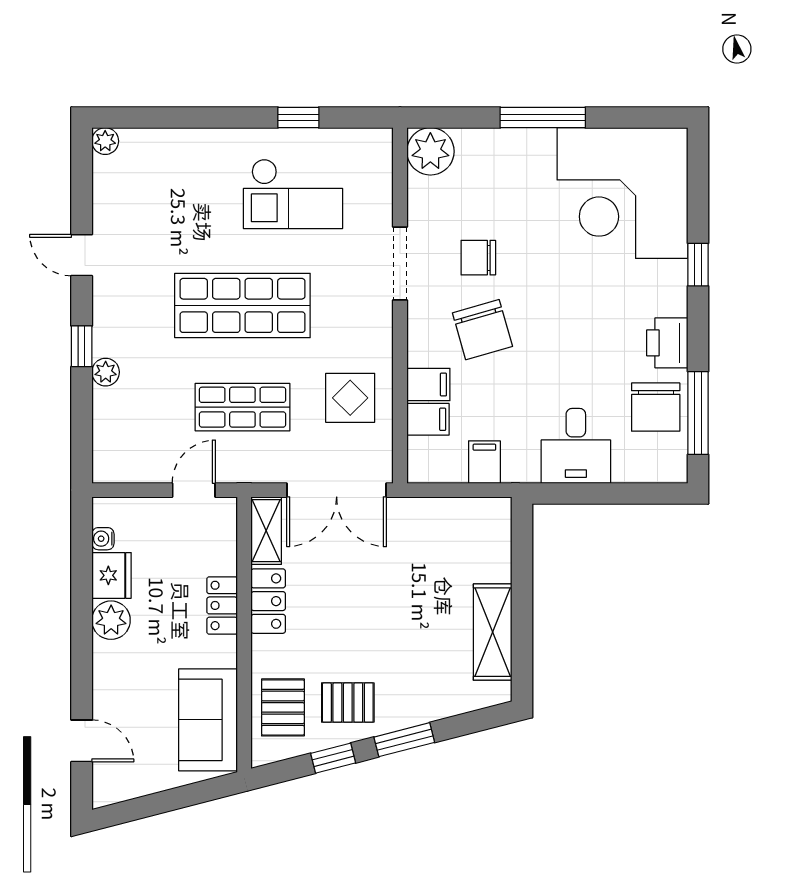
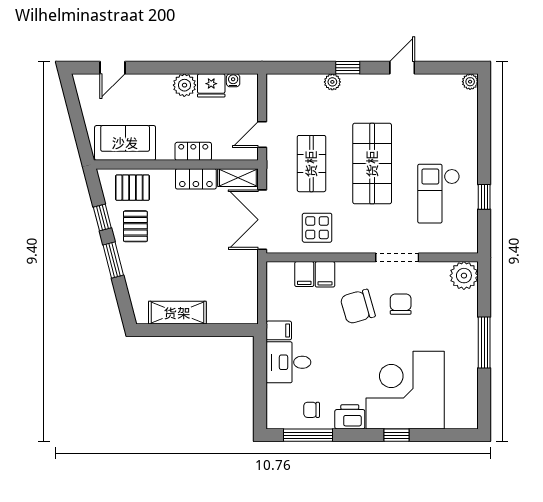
corner desk: (622, 193) -> (405, 390), moved
chair: (656, 407) -> (312, 410), width x0.54, depth x0.54
filing cabinet: (484, 462) -> (279, 330), moved
door: (194, 490) -> (262, 134), swing flipped

